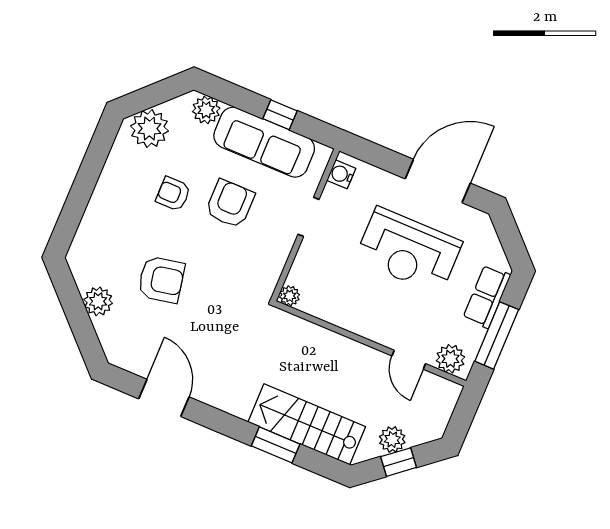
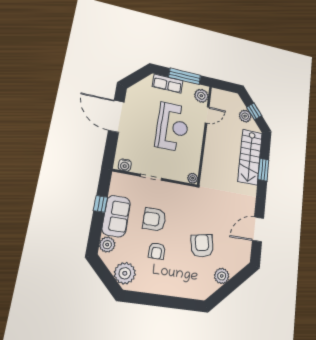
sofa: (264, 142) -> (116, 216), width x0.73
reception desk: (409, 251) -> (172, 127), moved

